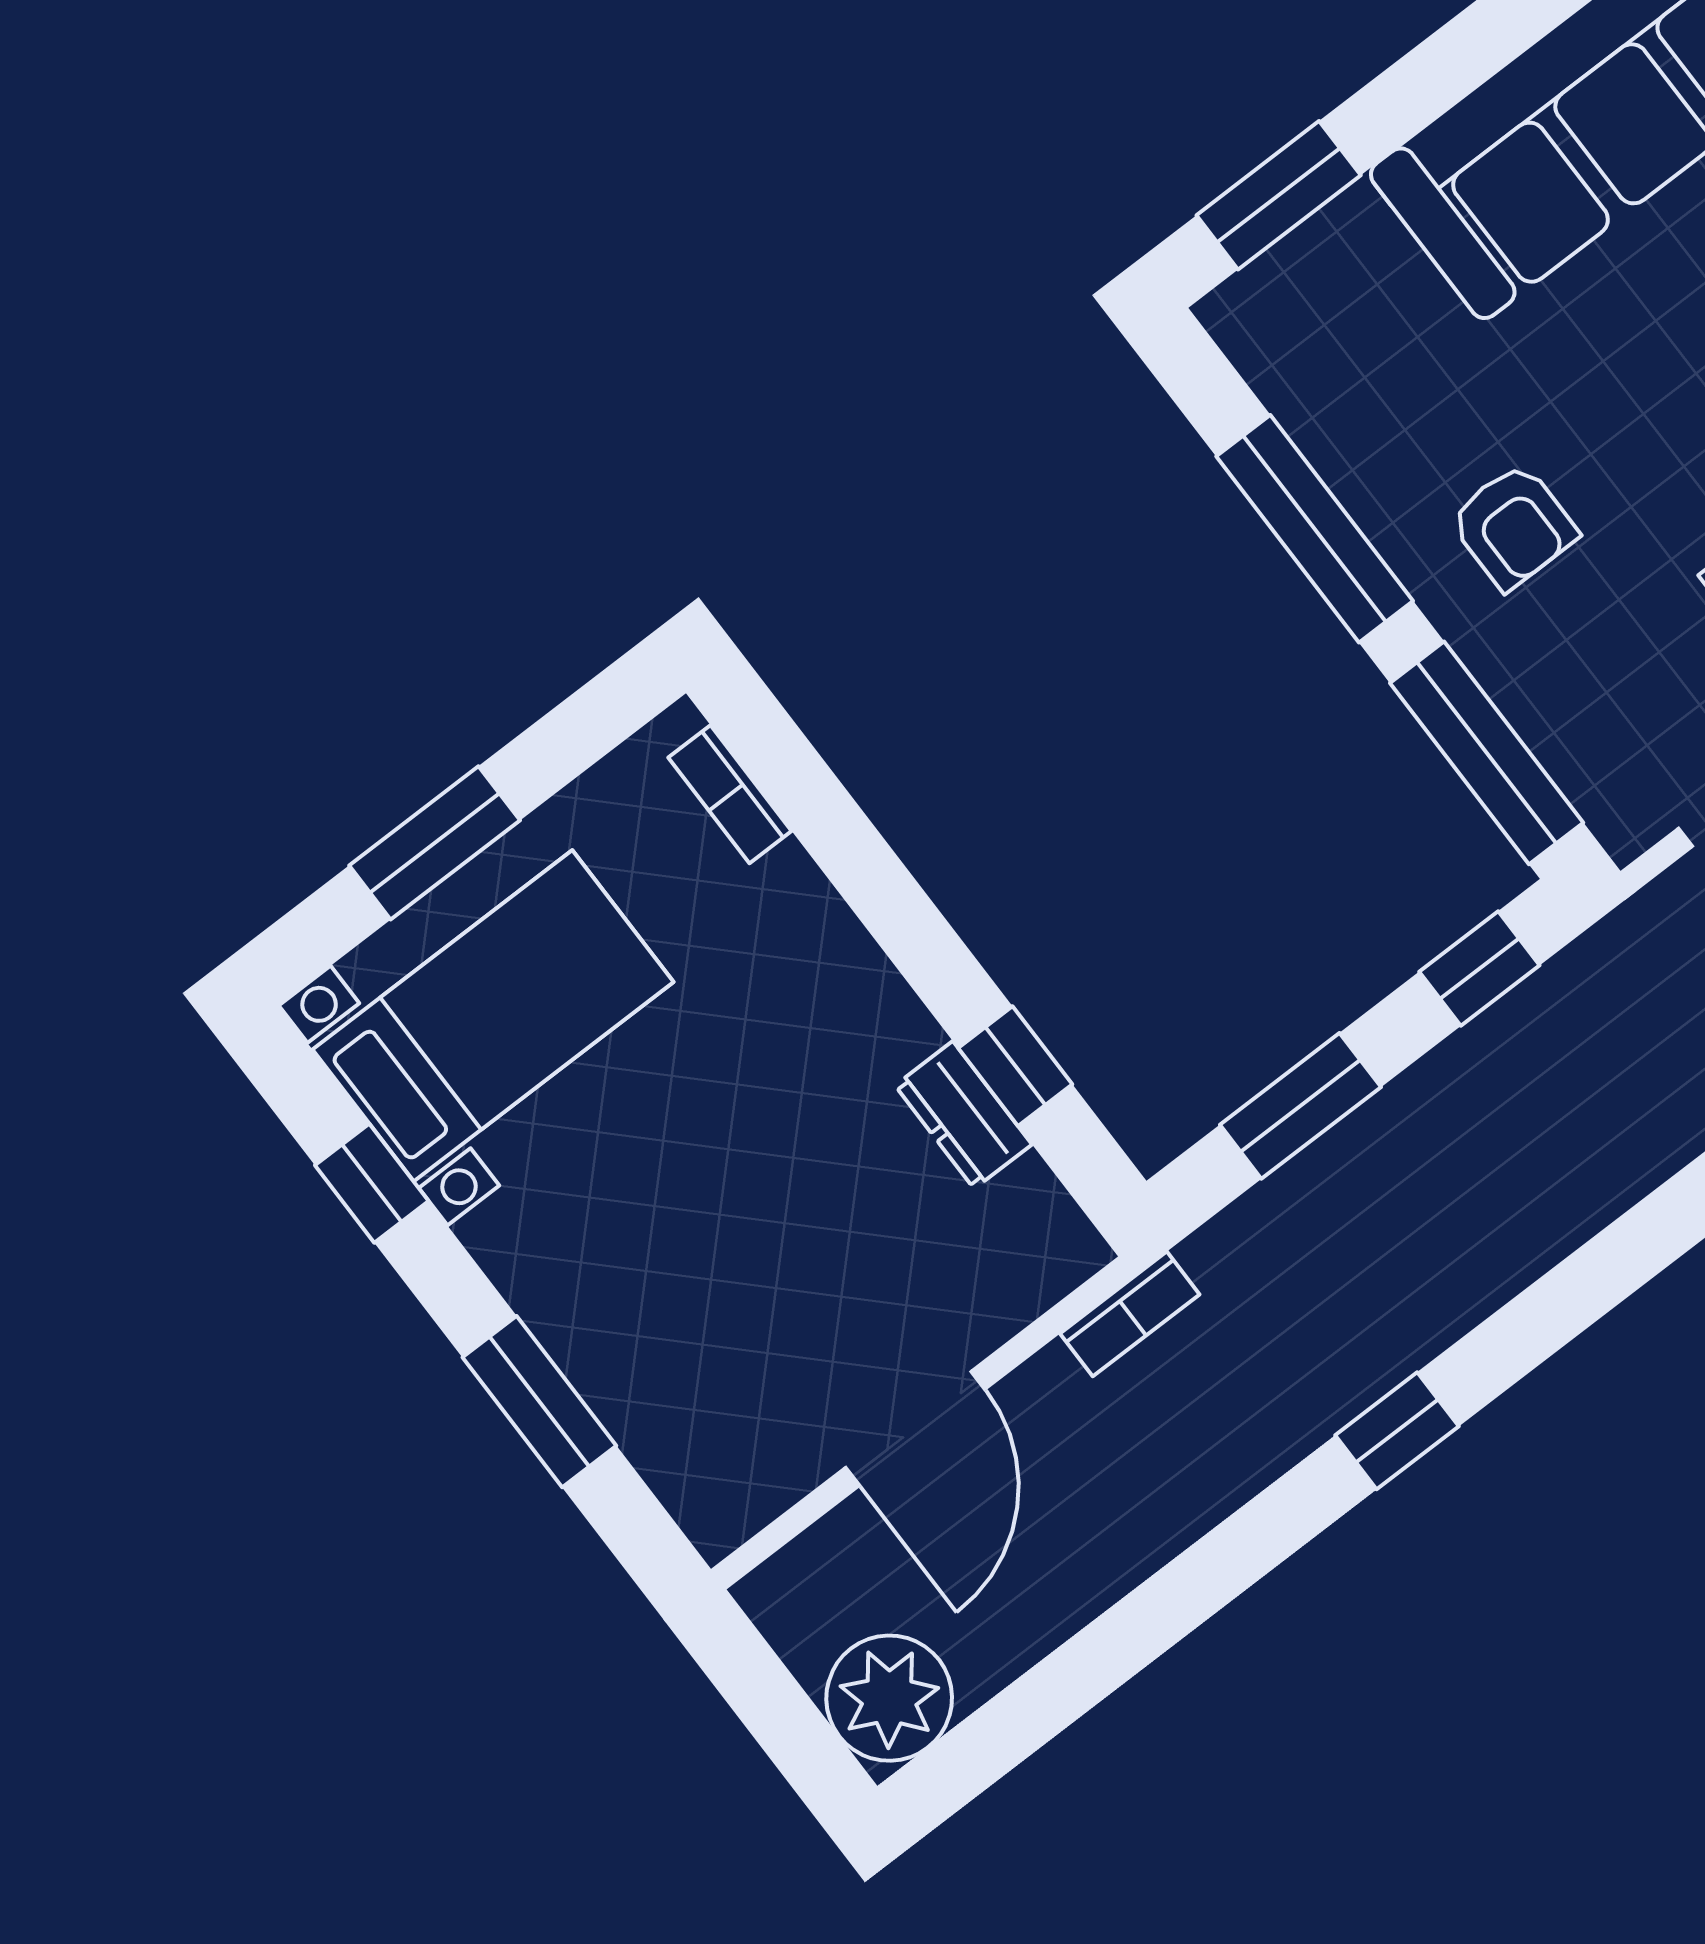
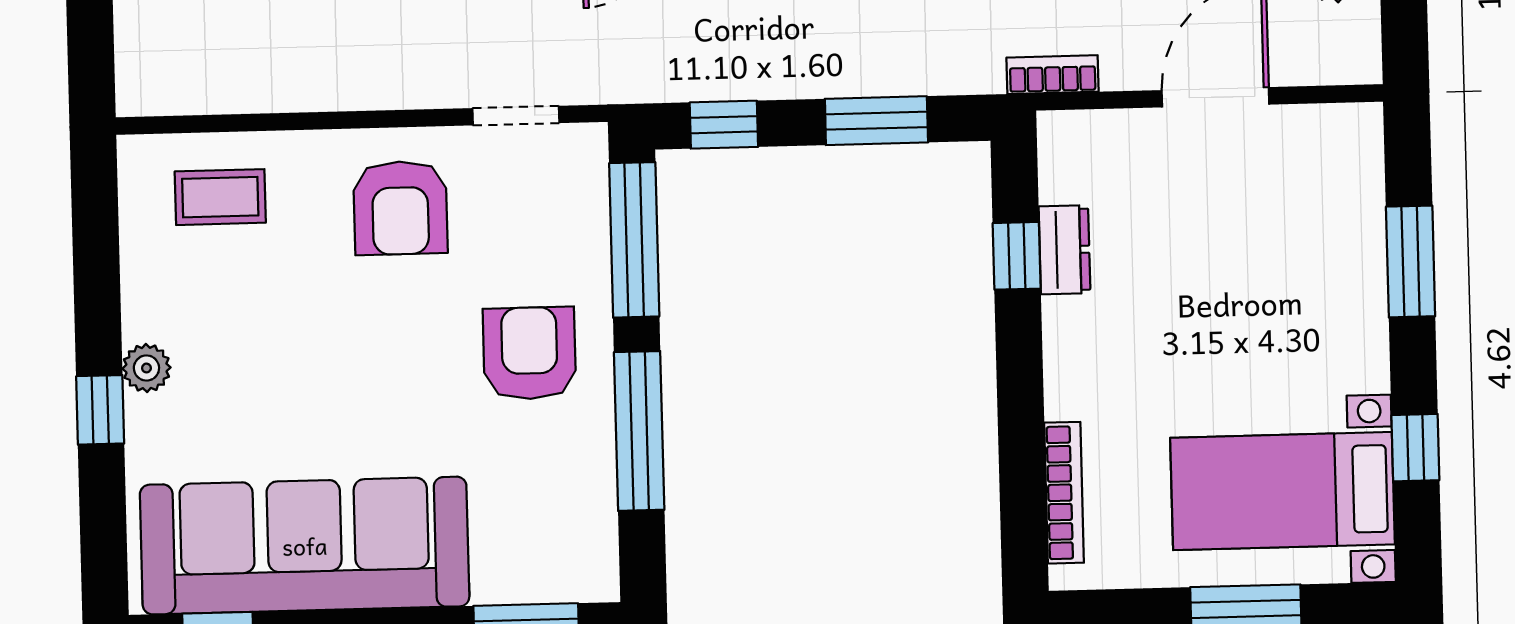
armchair: (1513, 526) -> (529, 353), width x1.38, depth x1.38
bookcase: (730, 794) -> (1064, 493), width x1.56

